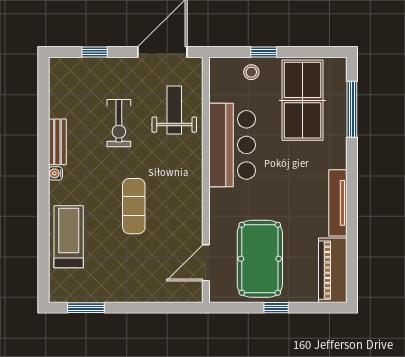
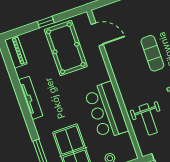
door: (206, 263) -> (97, 34), hinge flipped
piano: (333, 270) -> (16, 52), width x0.73, depth x0.75

